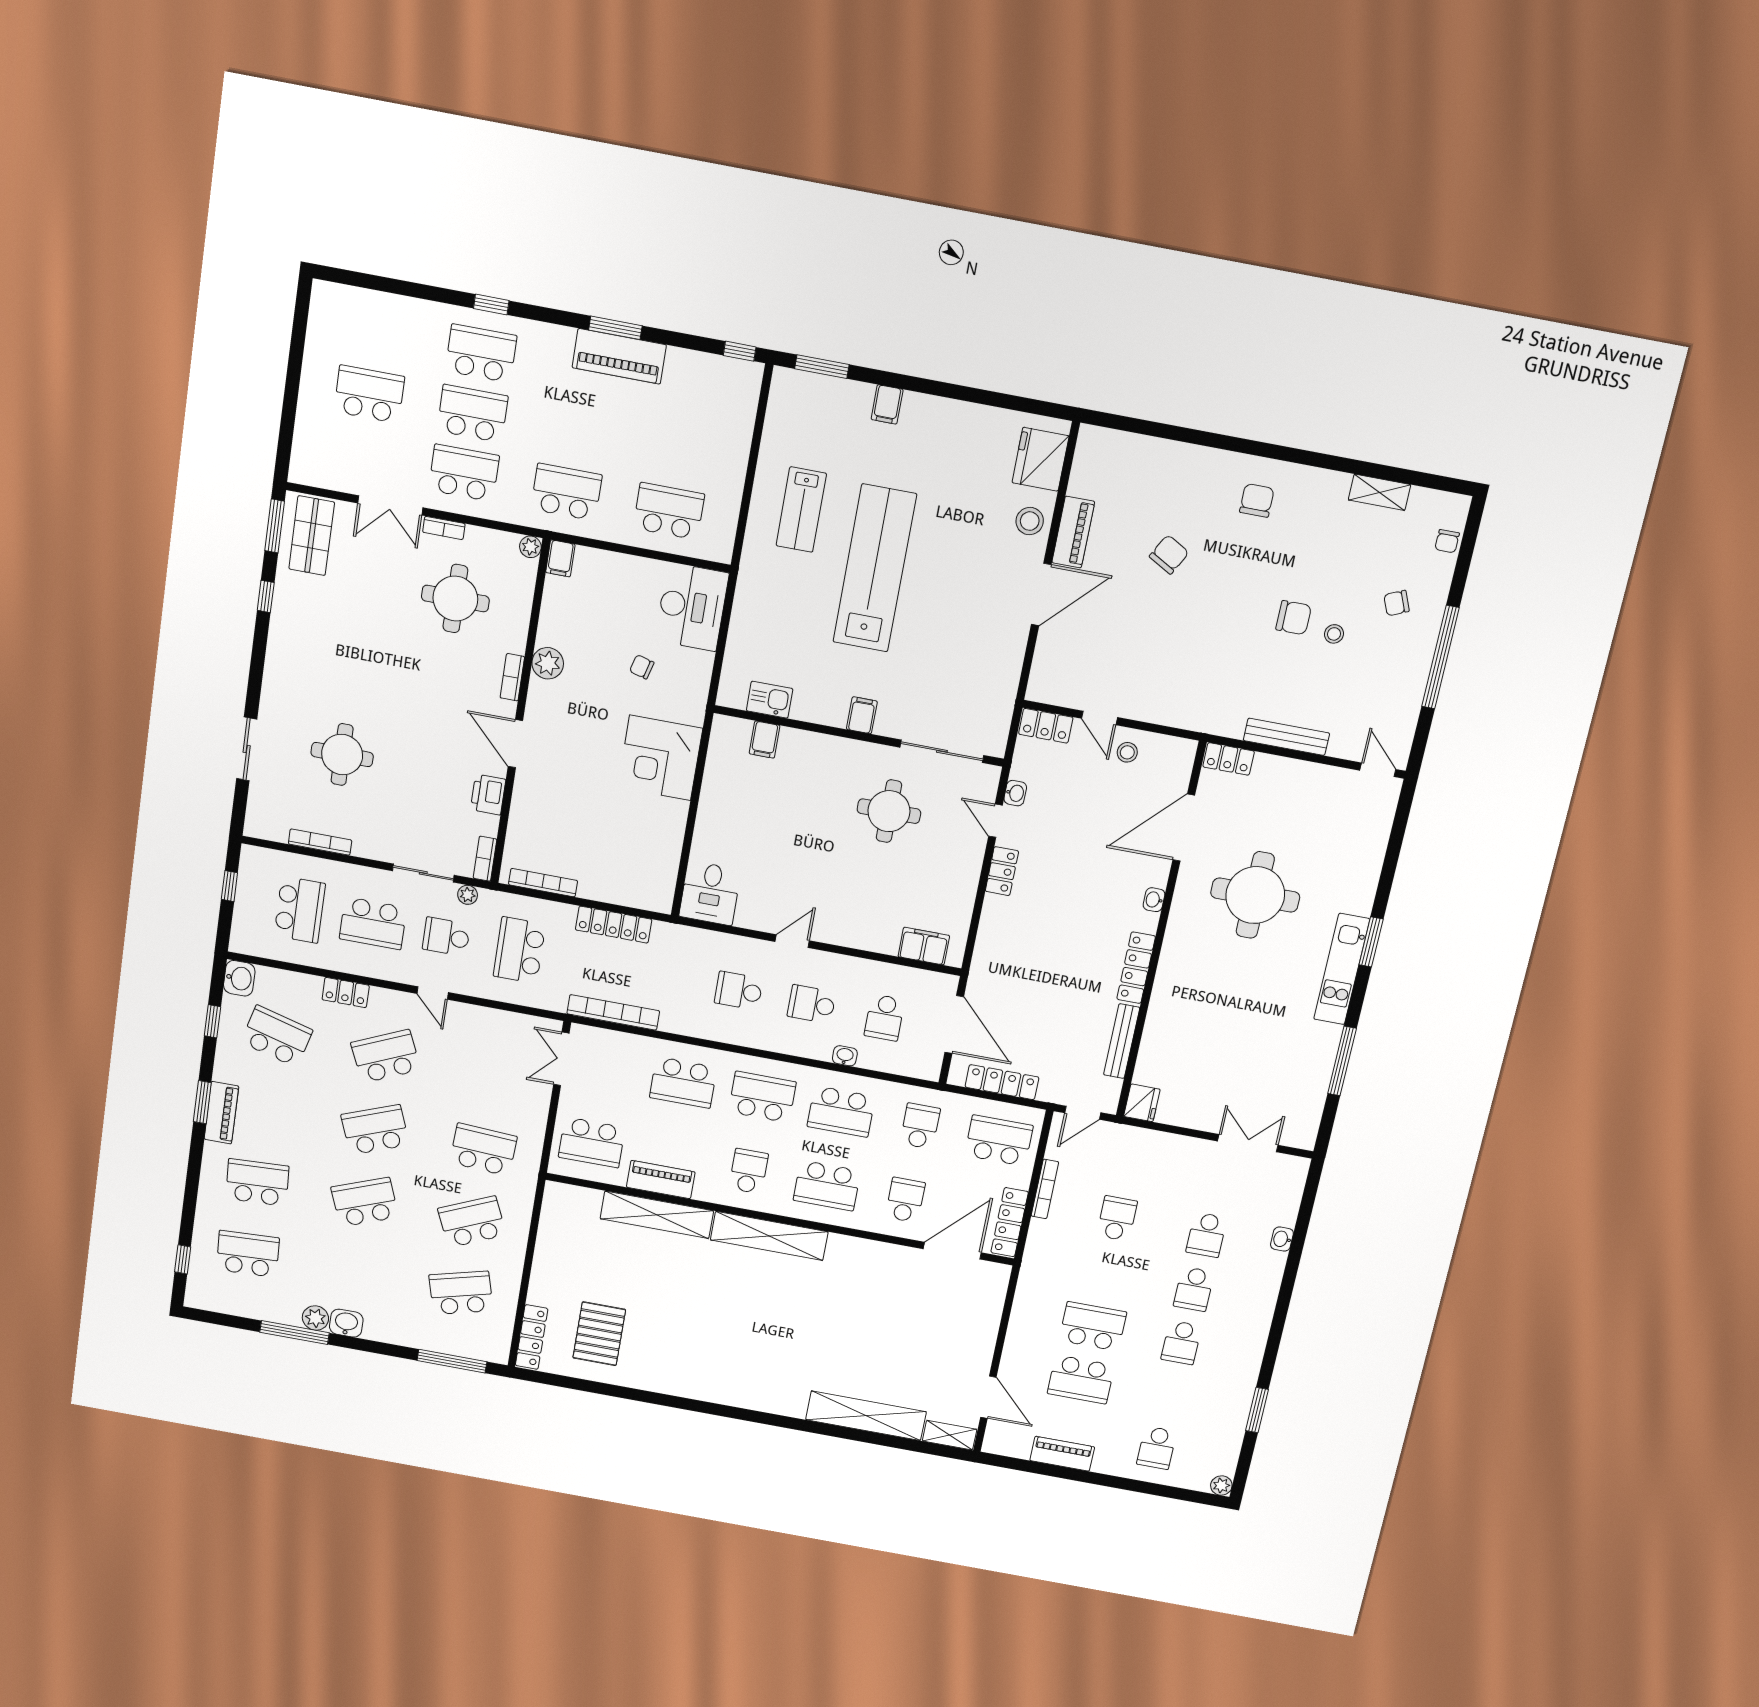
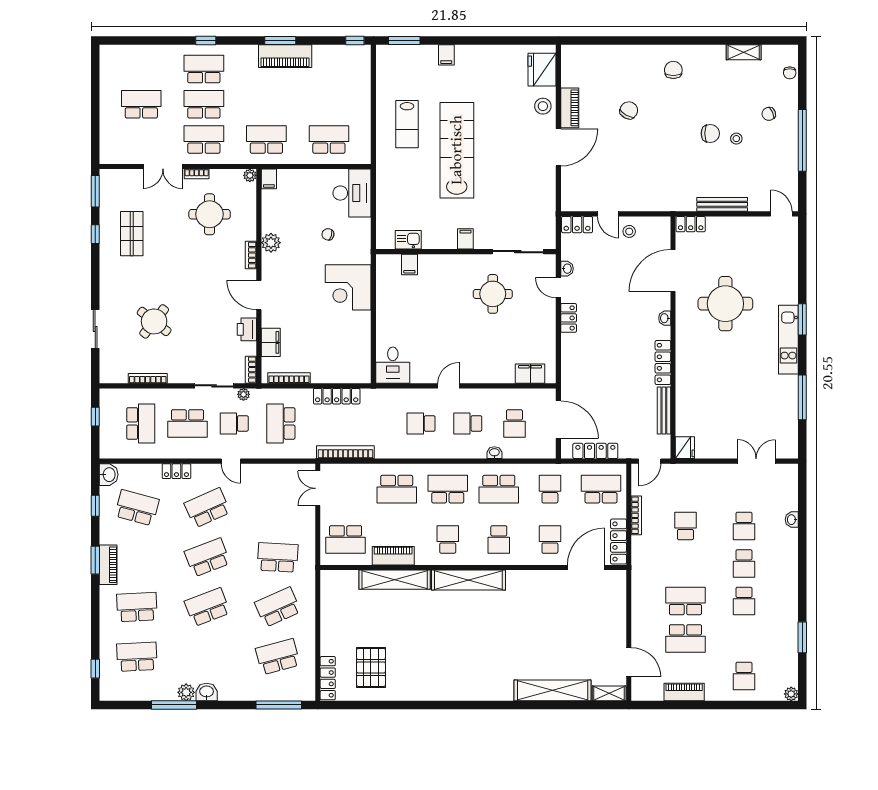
shop shelf: (312, 536) -> (132, 234), moved
round table: (342, 755) -> (154, 321), turned 38
filing cabinet: (523, 822) -> (271, 342), added
school desk: (827, 1186) -> (499, 539), width x0.54

